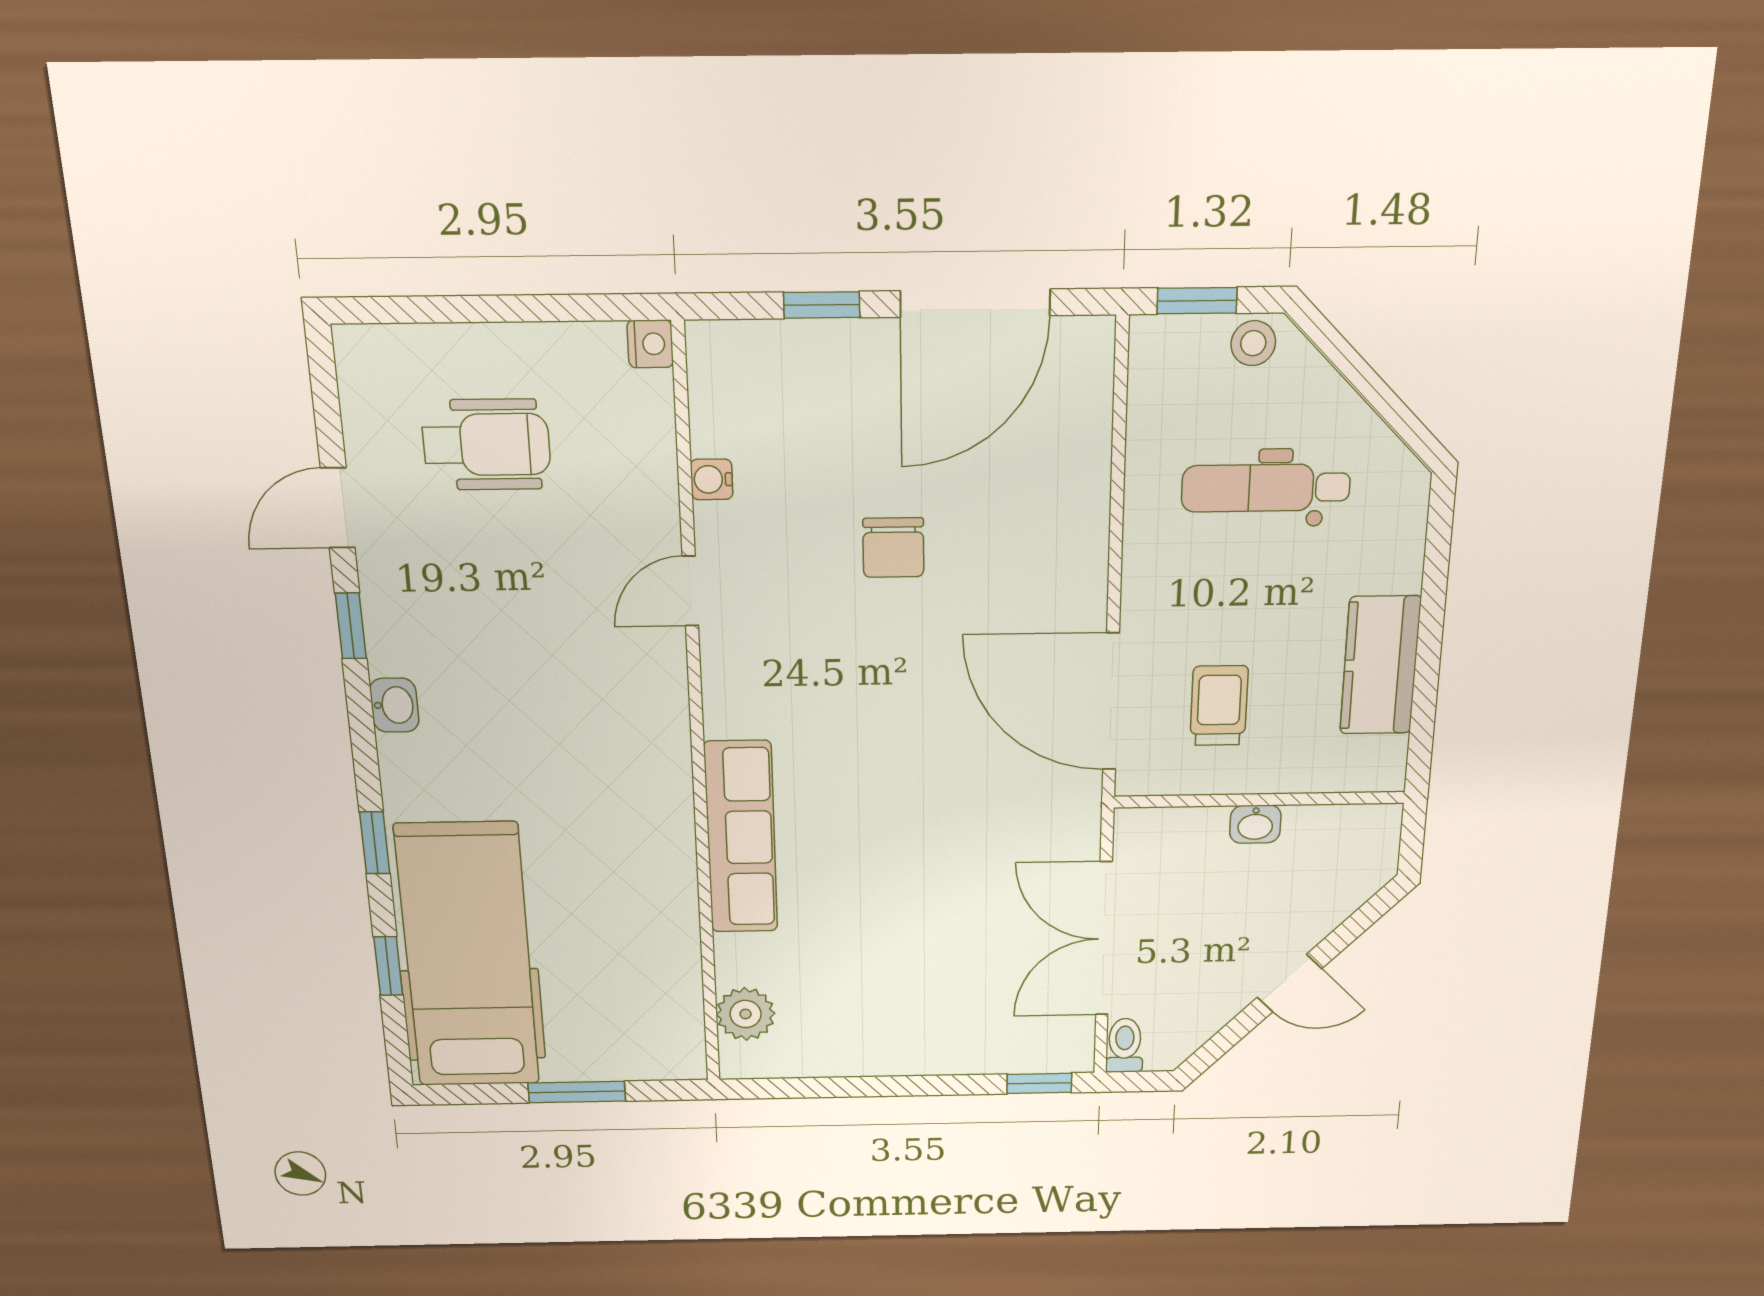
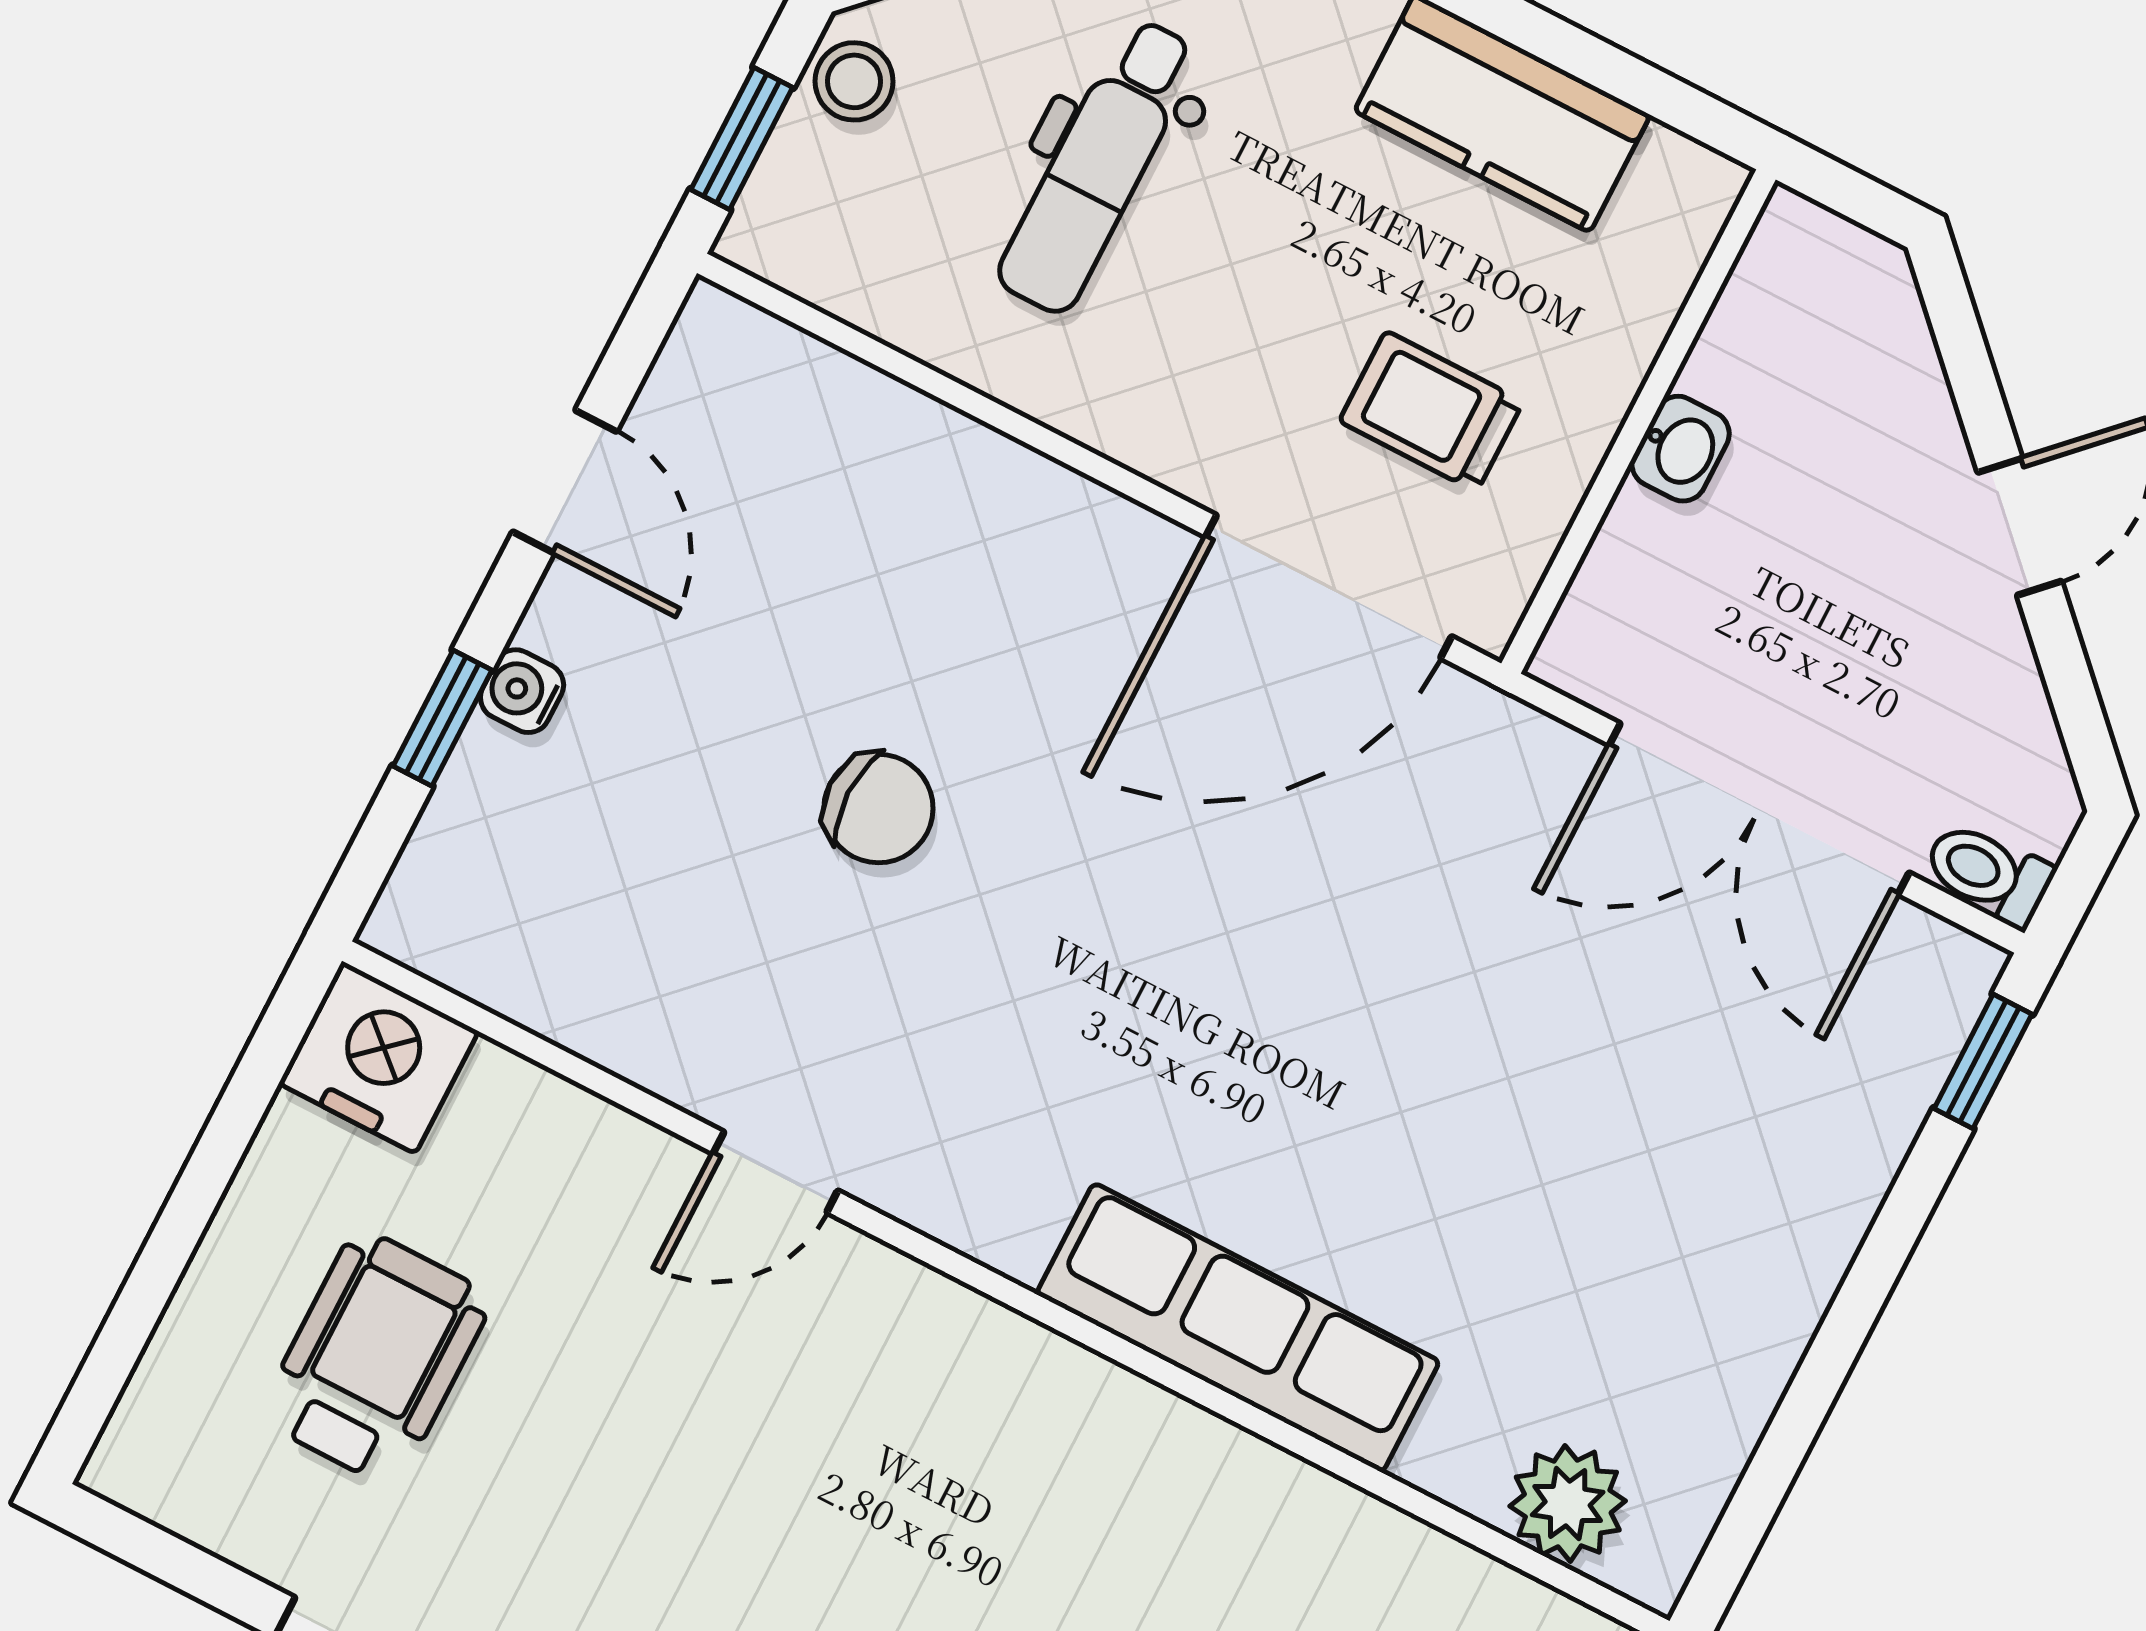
door: (975, 303) -> (565, 482), width x0.53
nightstand: (650, 344) -> (379, 1057), width x1.89, depth x1.79
water cooler: (712, 479) -> (522, 691), moved, turned 90
door: (690, 591) -> (775, 1172), hinge flipped

